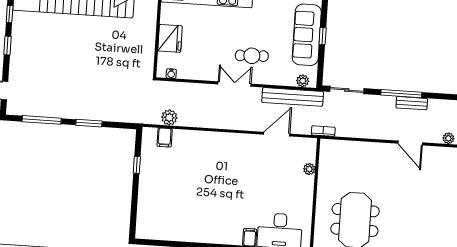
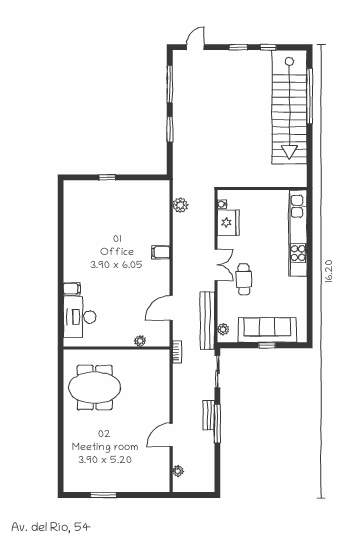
fridge: (170, 38) -> (228, 223), moved, turned -90
bench: (412, 103) -> (209, 415), moved
door: (277, 134) -> (171, 308), swing flipped
filing cabinet: (165, 138) -> (161, 252), moved
window: (137, 165) -> (107, 177), moved

